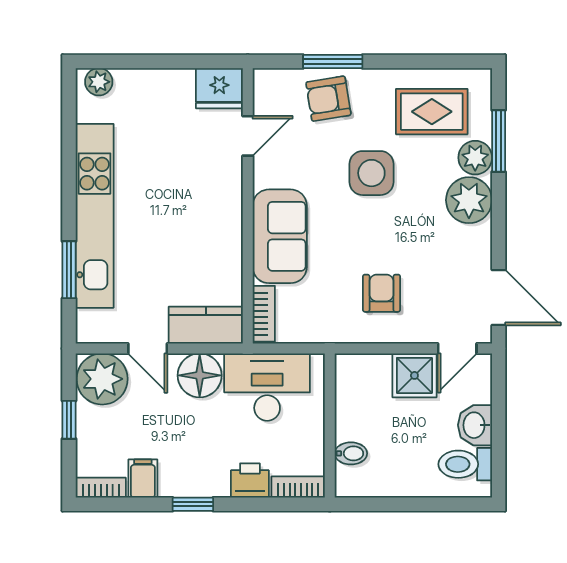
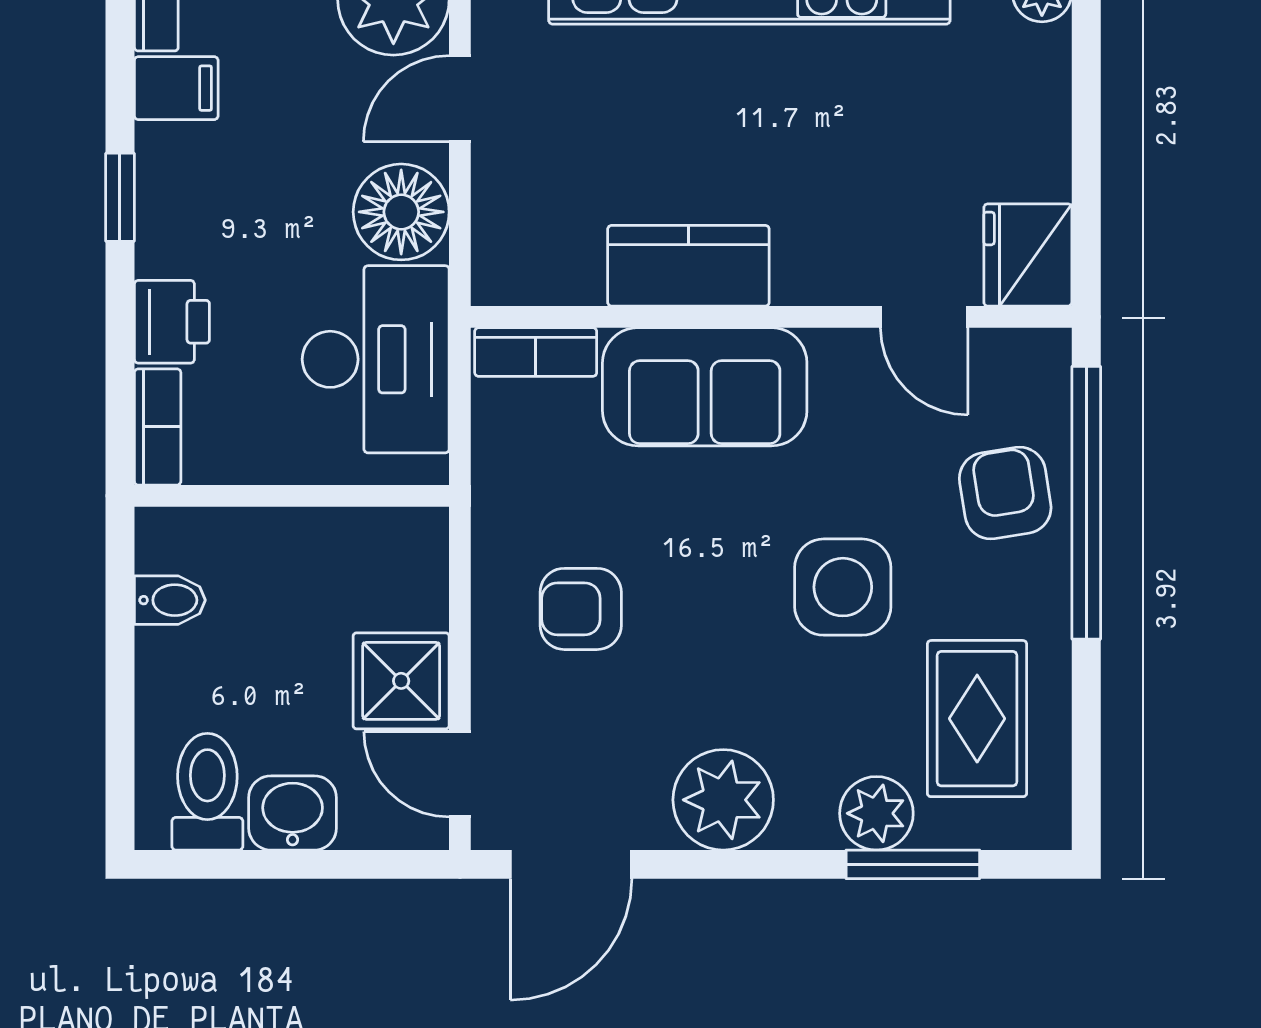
window: (333, 62) -> (1086, 503), width x2.11
plant: (469, 200) -> (723, 800), moved
armchair: (381, 293) -> (581, 609), turned 180
kitchen counter: (206, 325) -> (688, 266), moved, turned -90
bidet: (351, 453) -> (170, 600), moved, turned -90

